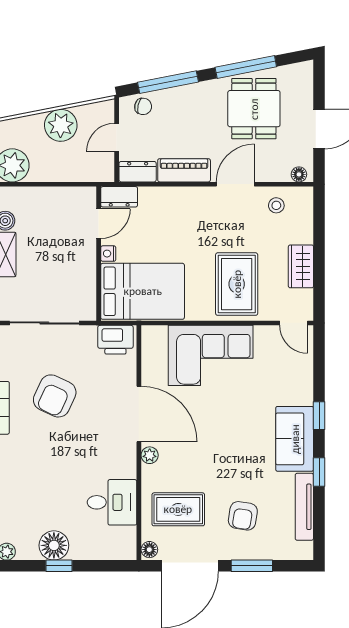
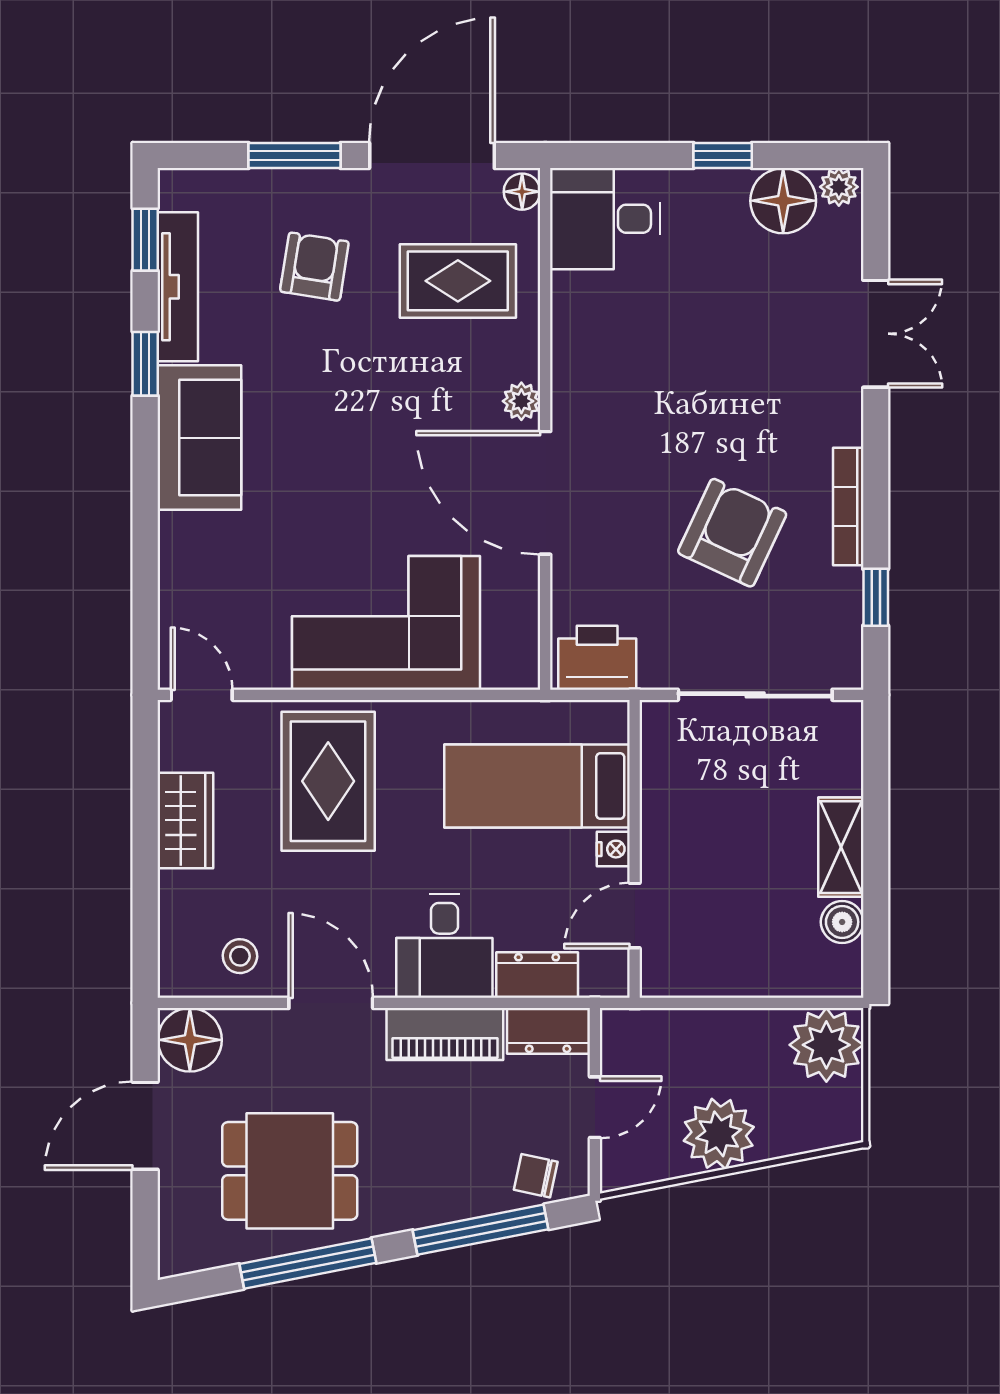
dining table: (254, 109) -> (290, 1171), turned 90
floor lamp: (299, 174) -> (190, 1040), width x1.89, depth x1.89
door: (235, 184) -> (331, 1003), swing flipped
dresser: (119, 197) -> (537, 975), moved
desk: (184, 210) -> (444, 946), added
bed: (143, 291) -> (537, 786), width x0.67
window: (319, 416) -> (145, 240), moved
desk: (112, 502) -> (605, 219), moved
floor lamp: (54, 545) -> (783, 201), moved

